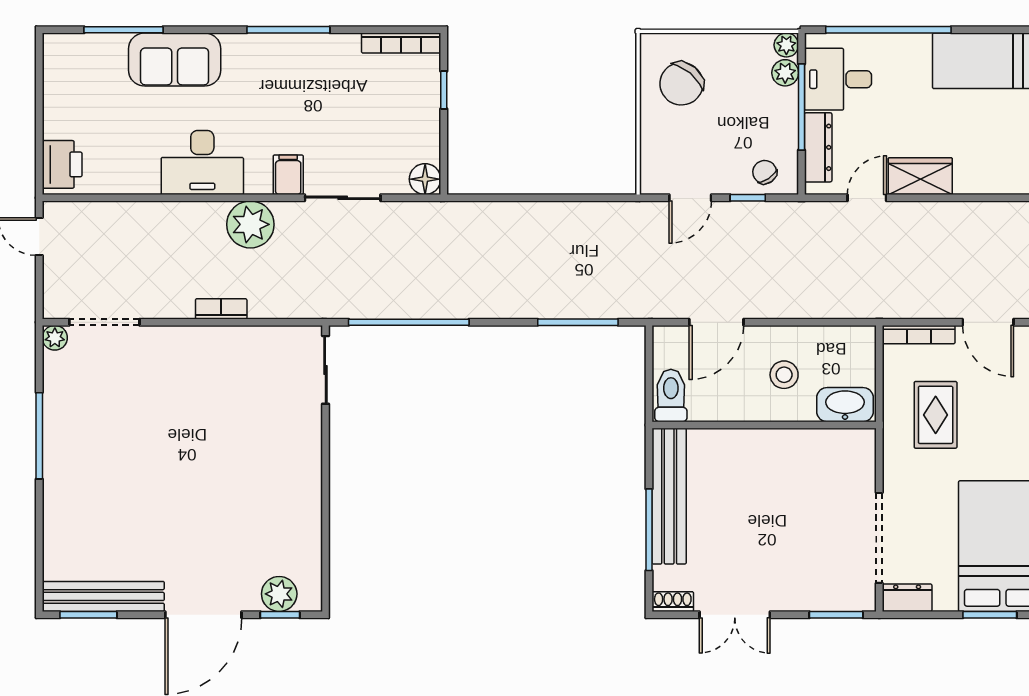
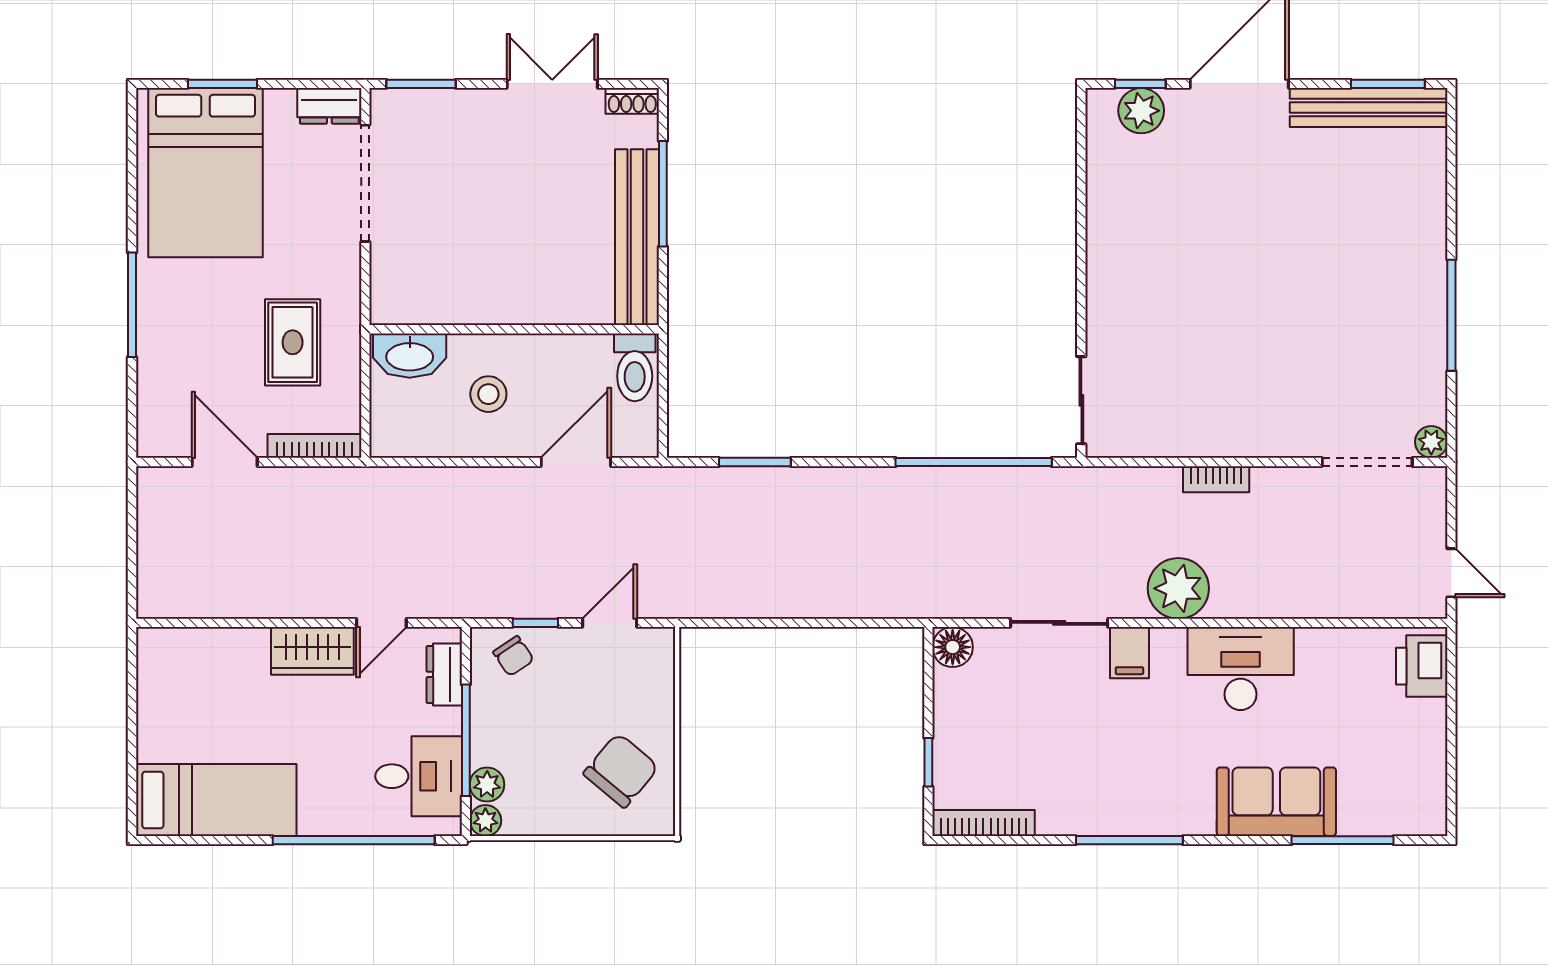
dresser: (818, 147) -> (444, 674), width x0.70
window: (578, 322) -> (755, 462), width x0.69

